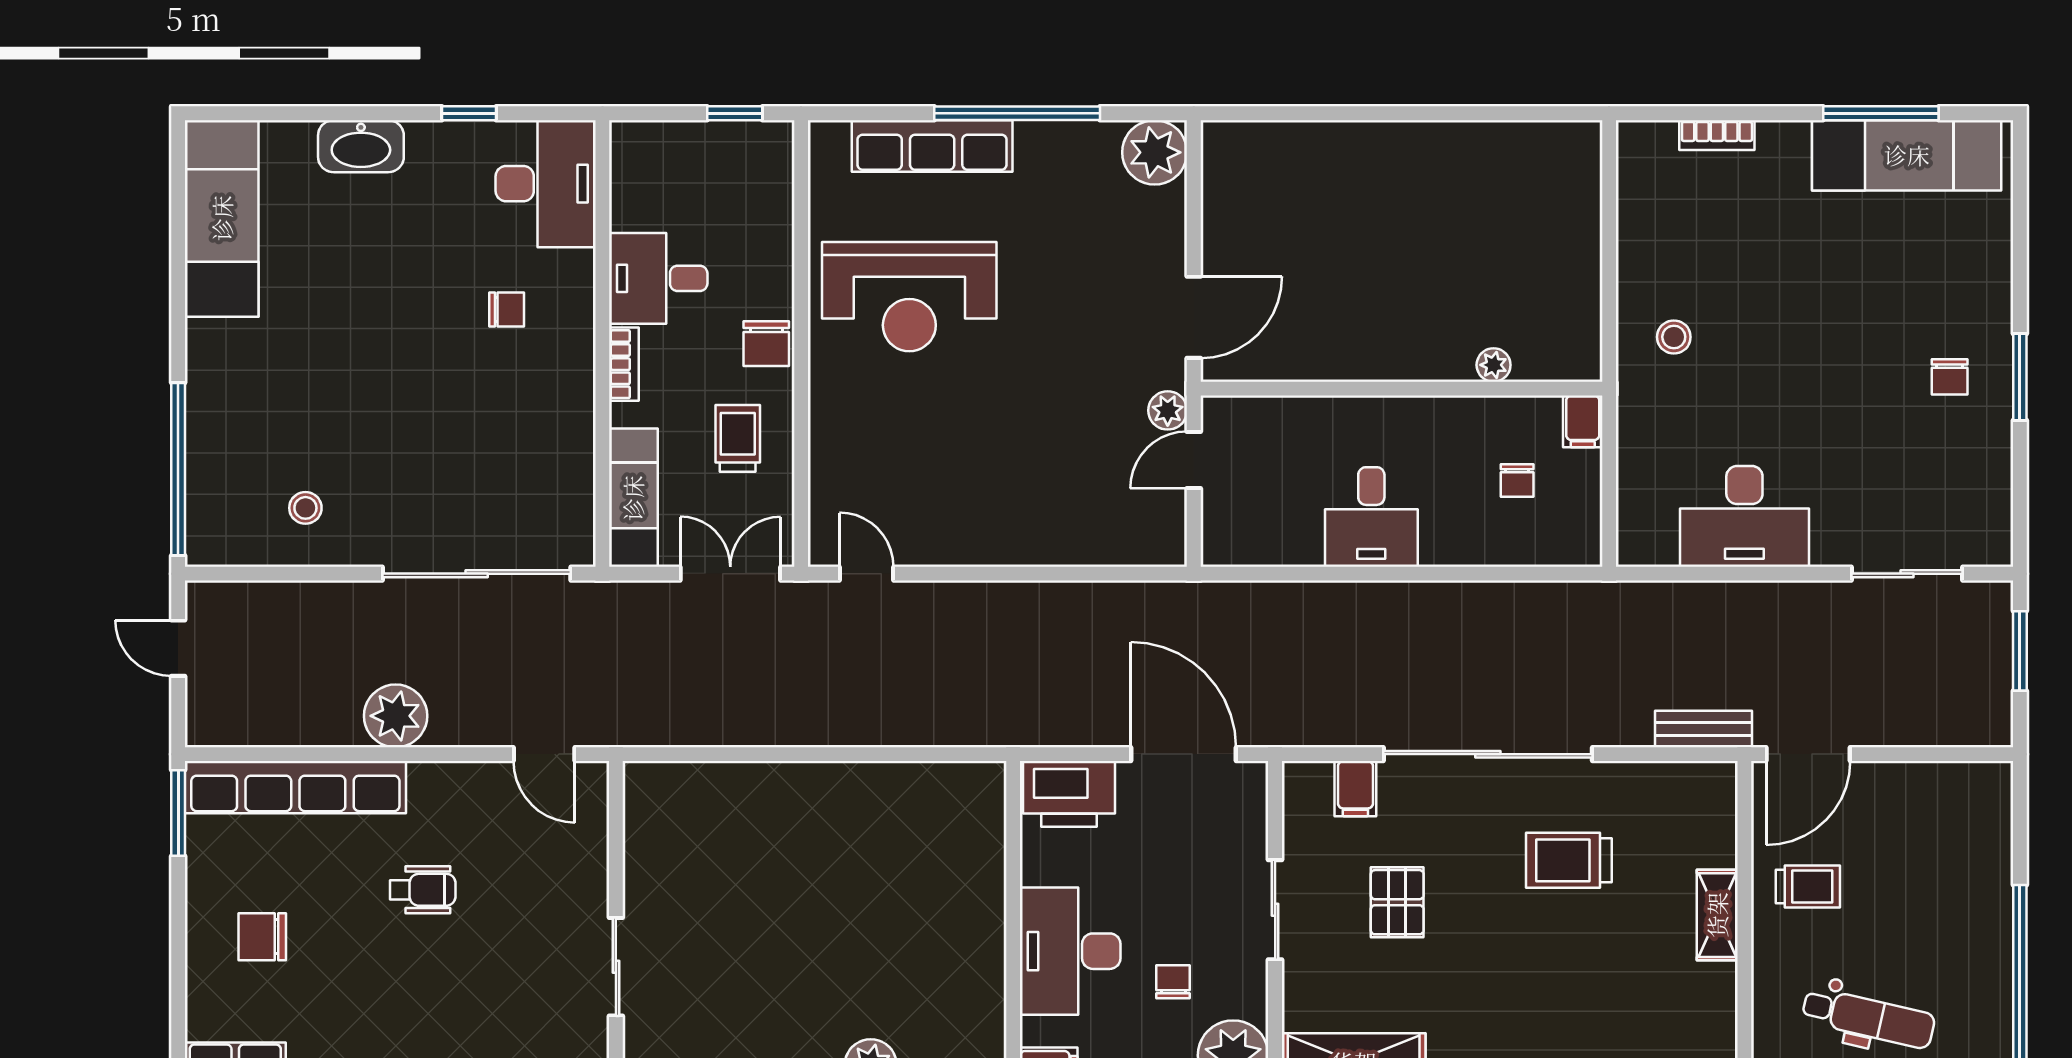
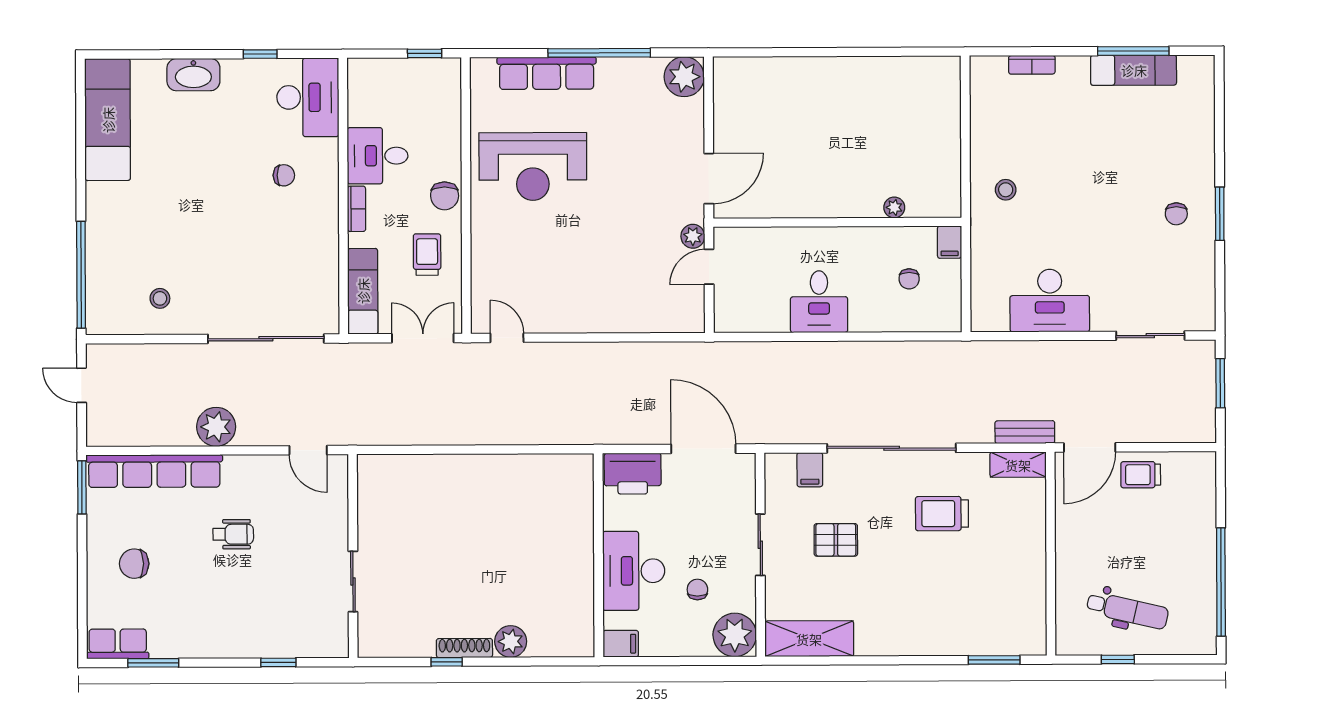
exam couch: (1907, 155) -> (1134, 70), width x0.73, depth x0.69
trolley: (1808, 886) -> (1141, 475), moved, turned 180
pallet: (1397, 902) -> (836, 540), turned 90
shelving: (1717, 915) -> (1018, 465), moved, turned 90

